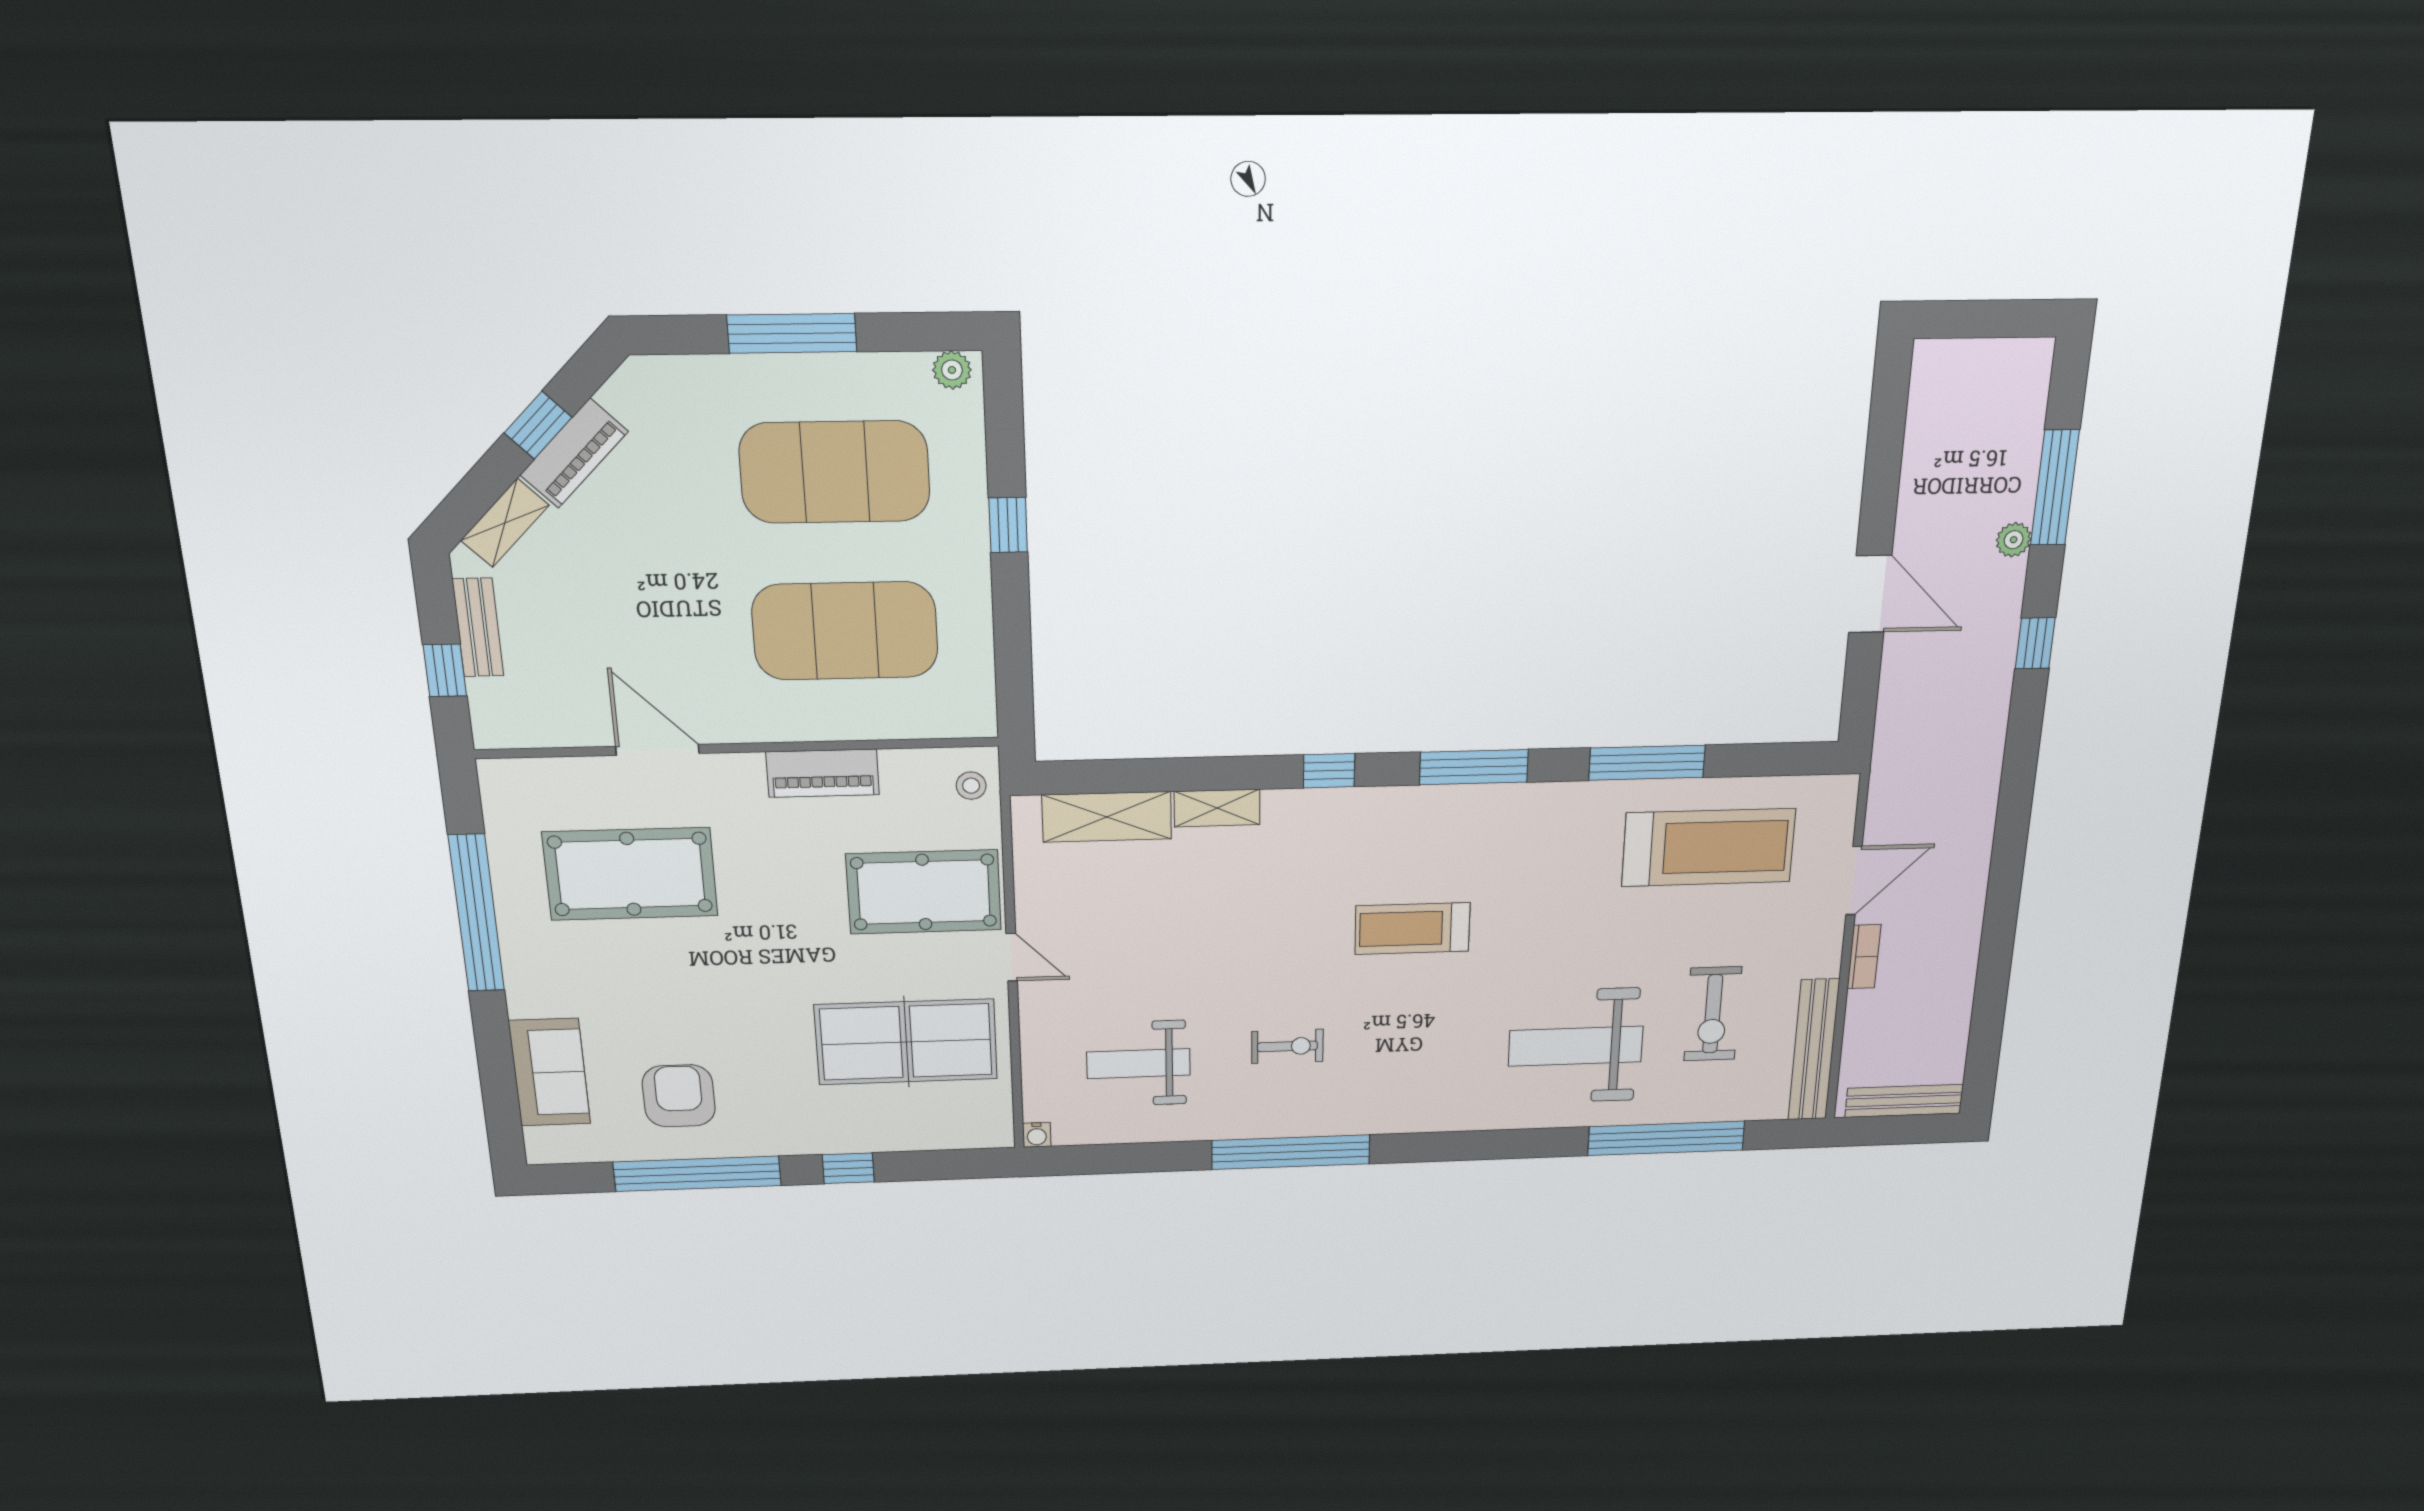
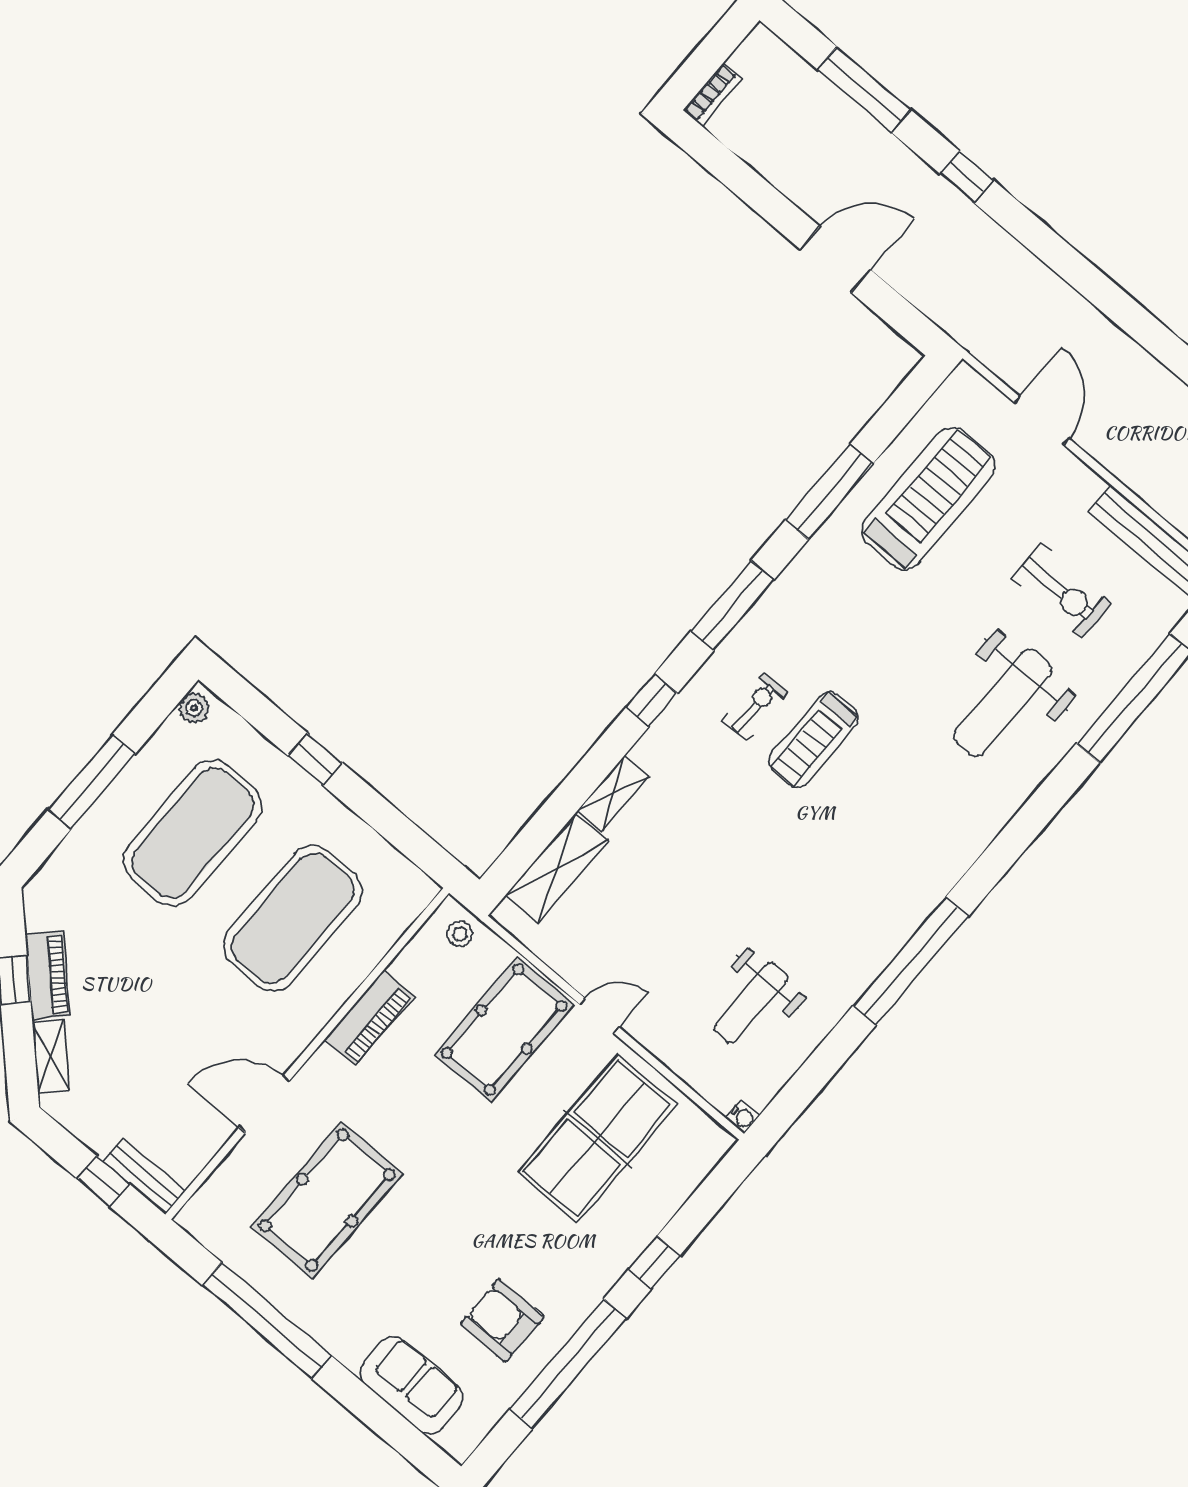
plant: (2014, 540) -> (878, 141), removed
bench: (478, 627) -> (144, 1176), moved
bookcase: (1864, 957) -> (712, 95), moved, turned 90
exercise bike: (1287, 1046) -> (755, 706), moved

